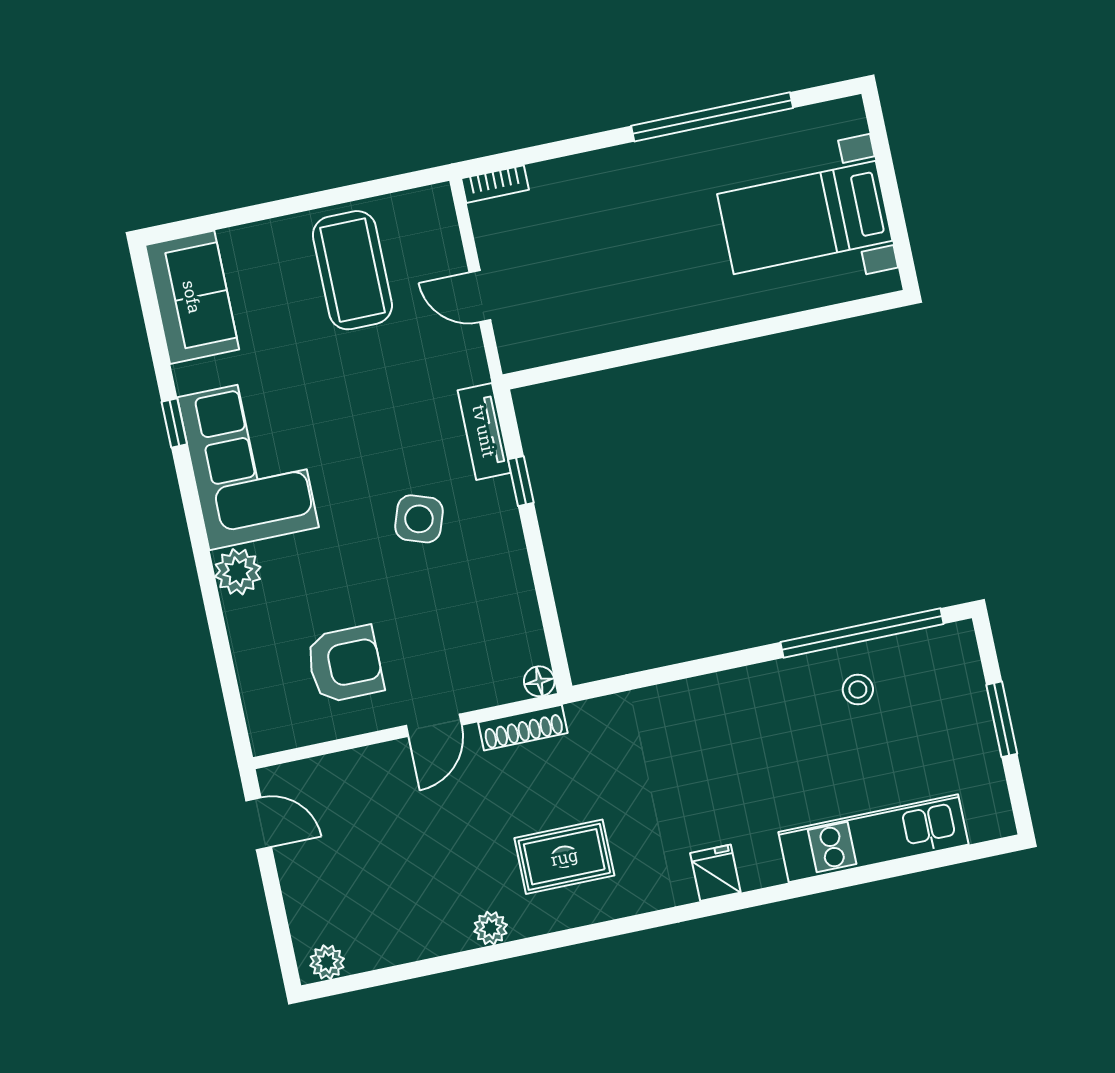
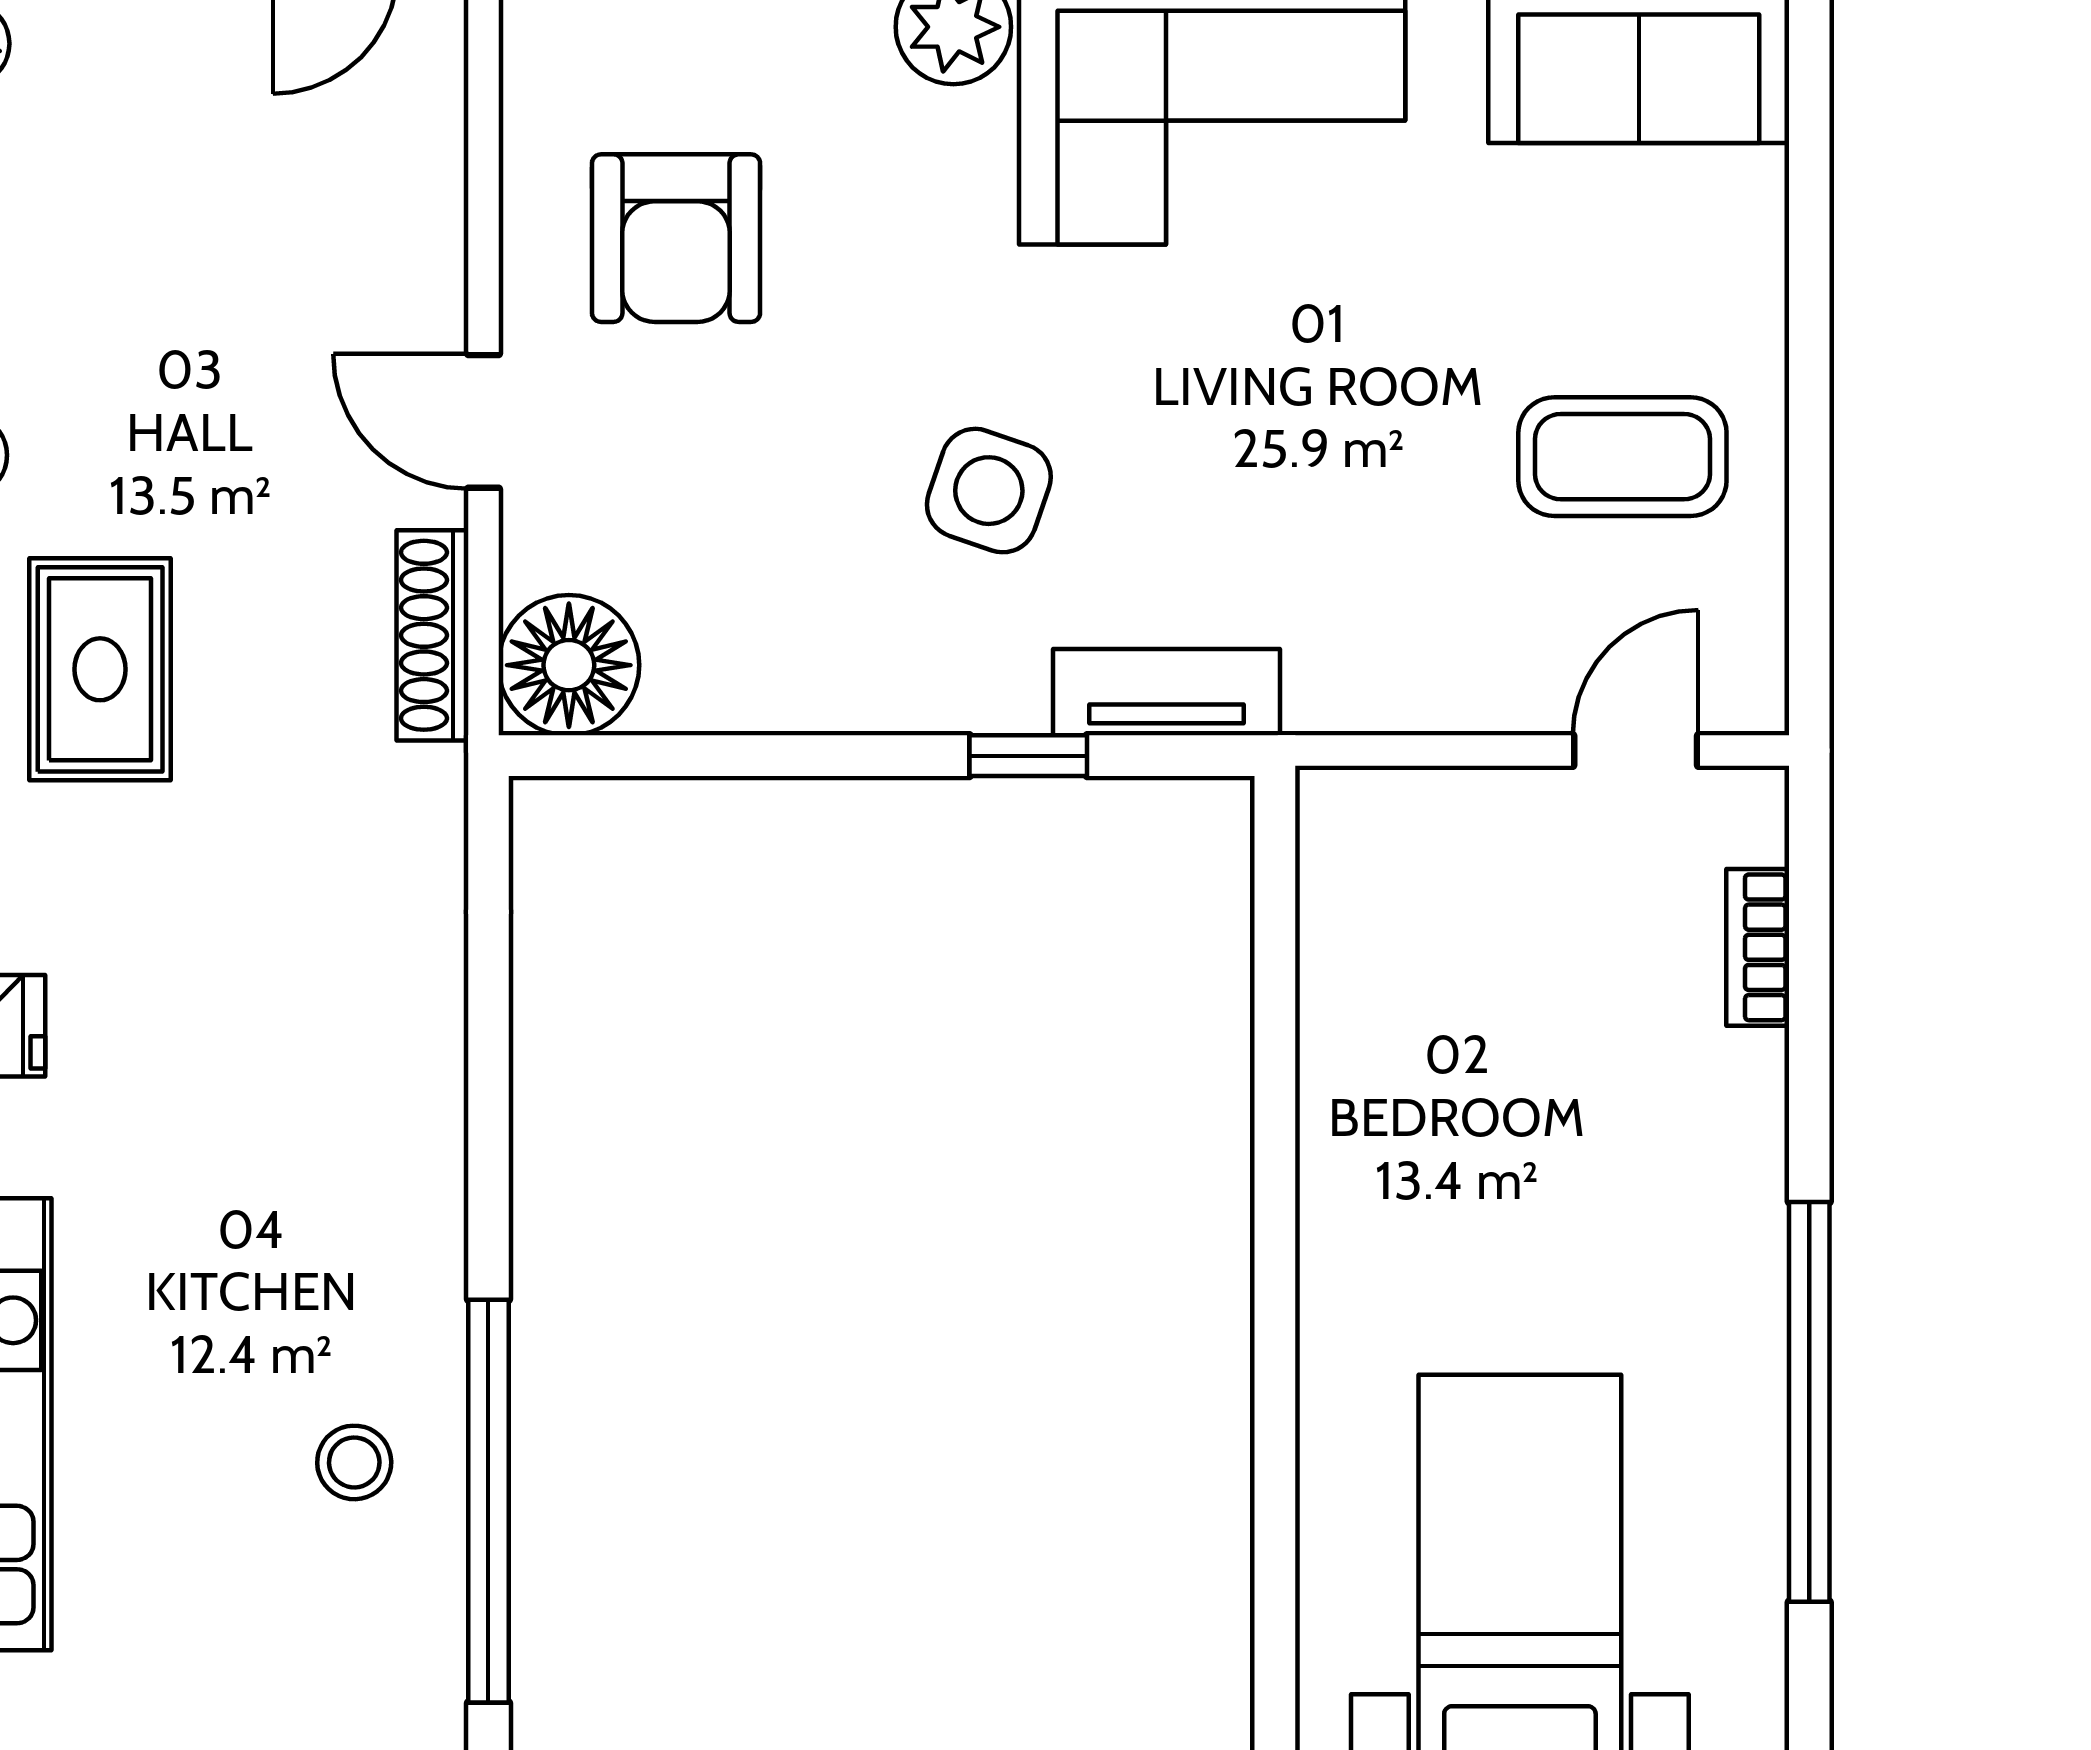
bookcase: (495, 184) -> (1758, 947), moved
coffee table: (352, 270) -> (1622, 457), width x0.73, depth x0.76
door: (480, 296) -> (1636, 751), moved
floor lamp: (539, 681) -> (569, 665), width x1.89, depth x1.89

